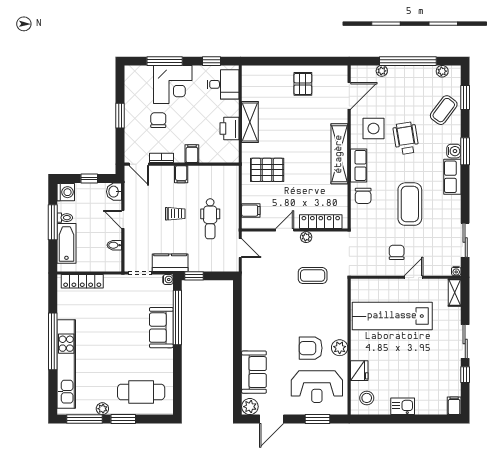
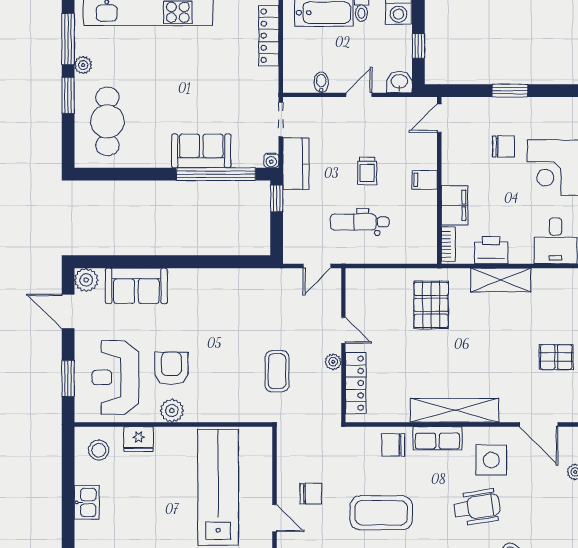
filing cabinet: (192, 154) -> (455, 205), width x2.00
bookcase: (161, 158) -> (448, 244), moved
filing cabinet: (251, 211) -> (372, 281), removed

